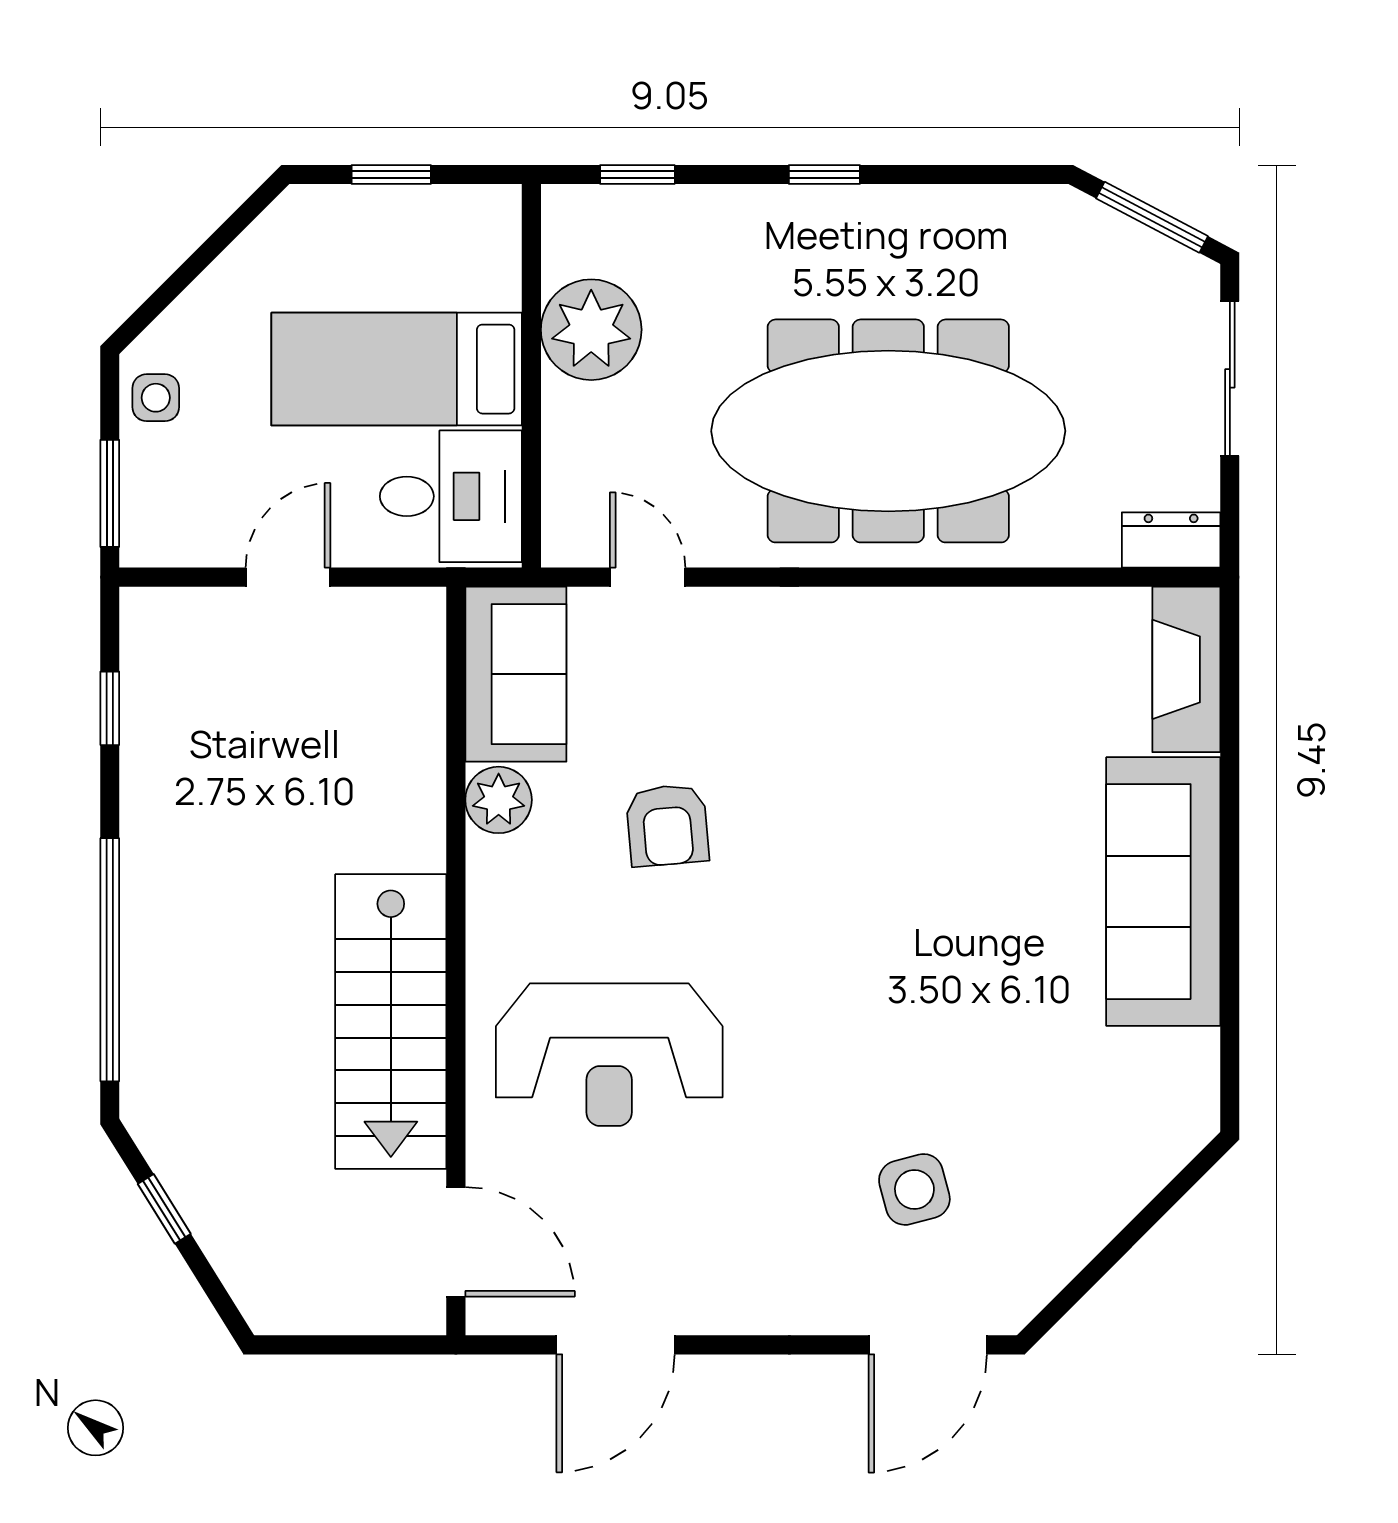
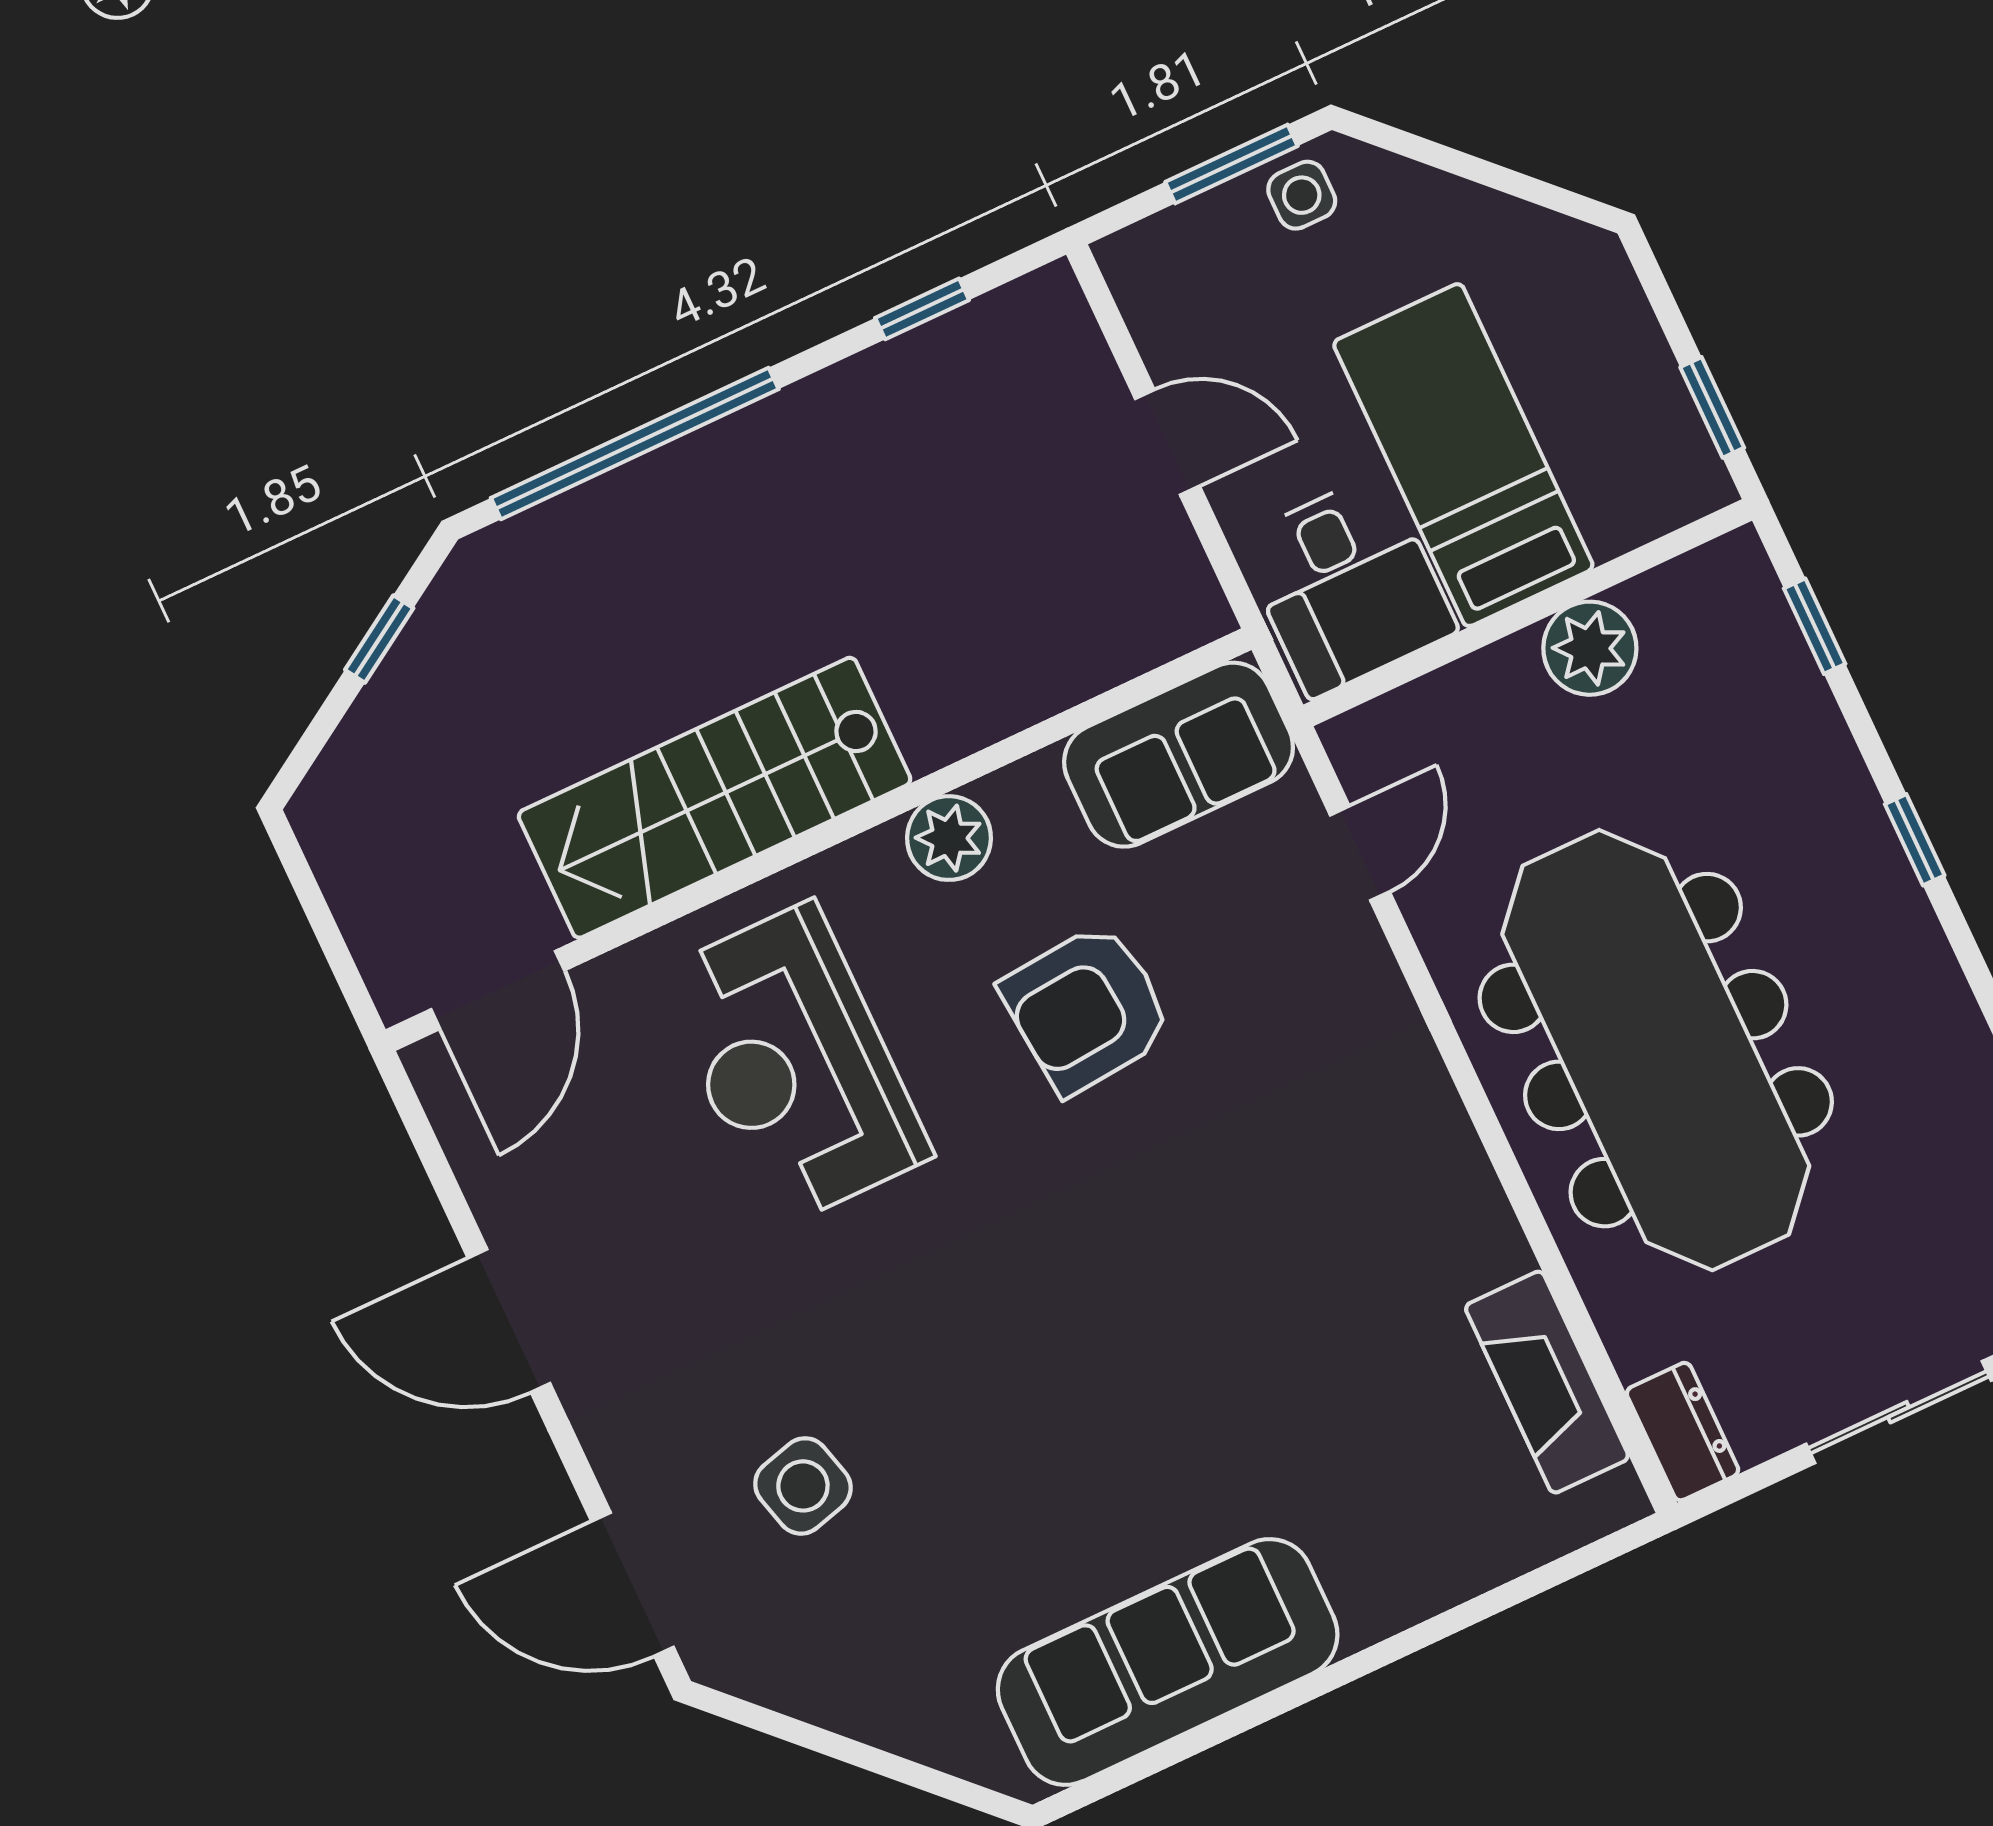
window: (391, 174) -> (1712, 407), moved
plant: (591, 330) -> (1590, 648), width x0.73, depth x0.73
window: (110, 493) -> (1231, 164), moved
fireplace: (1186, 669) -> (1547, 1382), moved, turned -90
plant: (499, 800) -> (949, 838), moved
armchair: (667, 825) -> (1087, 1009), width x1.38, depth x1.38
sofa: (1163, 892) -> (1168, 1662), moved
door: (616, 1345) -> (509, 1321), moved

